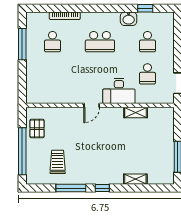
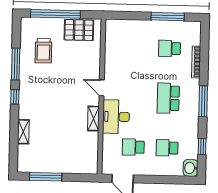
window: (102, 8) -> (203, 101), added
washbasin: (129, 19) -> (191, 168), moved
shelving: (136, 113) -> (93, 119), moved
pallet: (37, 129) -> (79, 30), width x1.50, depth x1.42
trolley: (58, 162) -> (43, 51), turned 90

